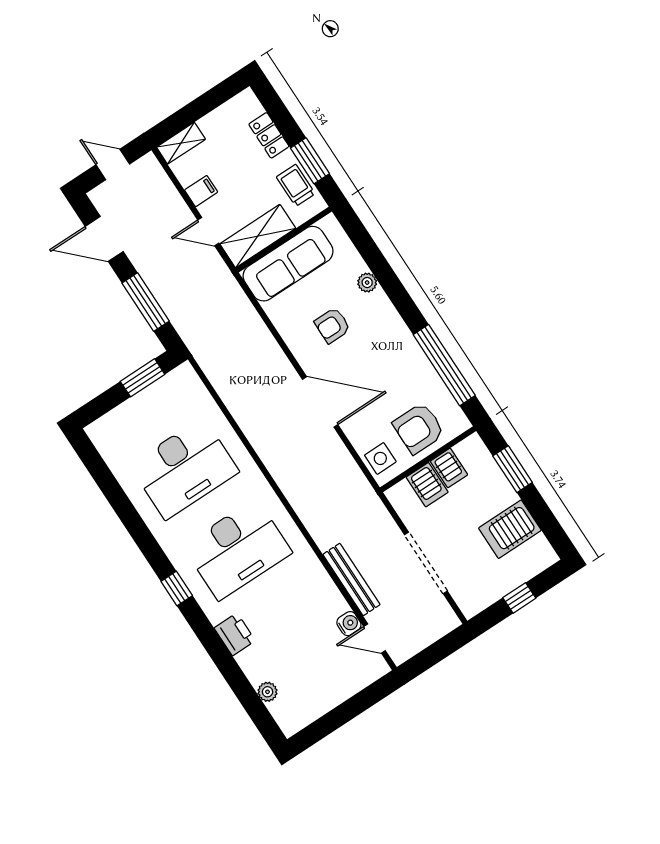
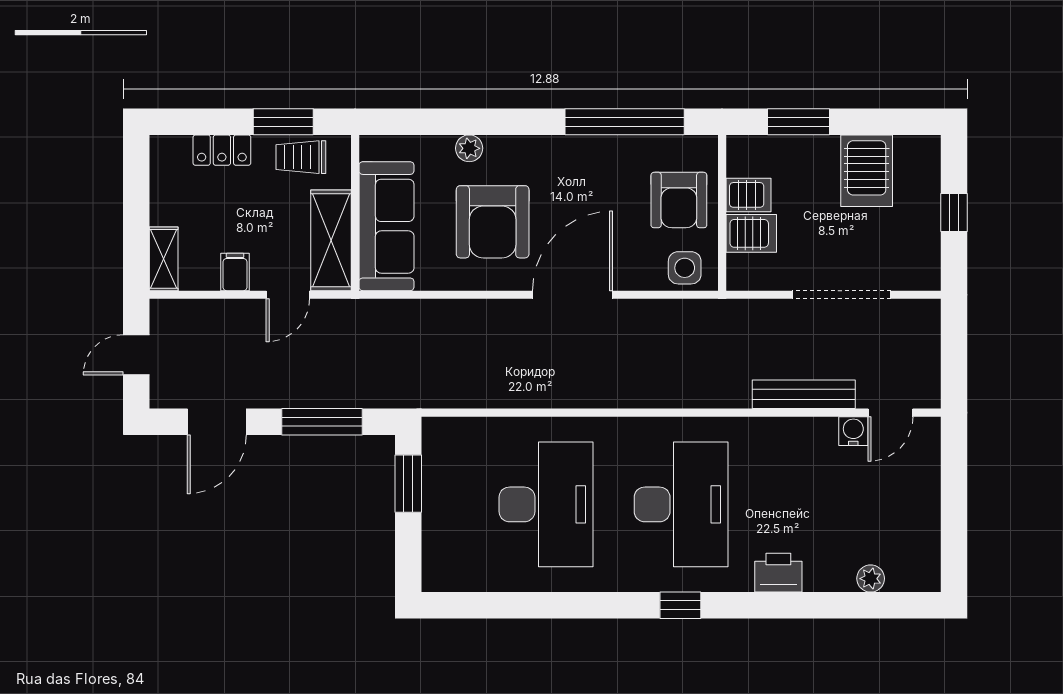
armchair: (332, 325) -> (493, 222), width x1.88, depth x1.88

